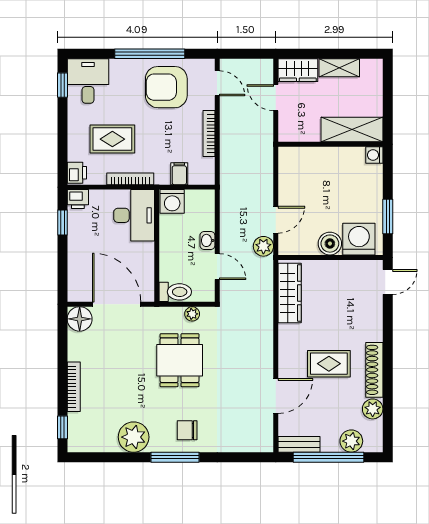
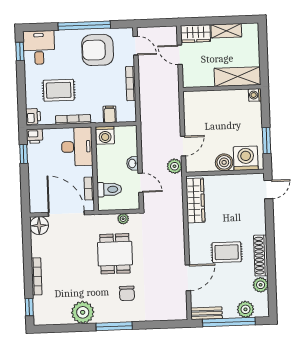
bookcase: (148, 272) -> (89, 189), added
toilet: (175, 292) -> (109, 189), moved
chair: (187, 430) -> (127, 293), moved, turned -90

